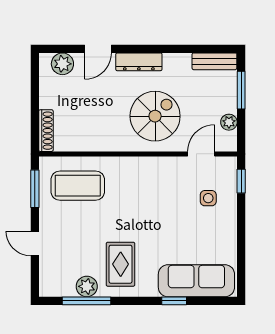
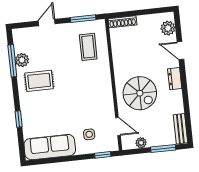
dresser: (139, 62) -> (175, 79), width x0.70
coffee table: (78, 186) -> (88, 47), width x0.73, depth x0.76
sofa: (196, 281) -> (50, 147), moved, turned -90

